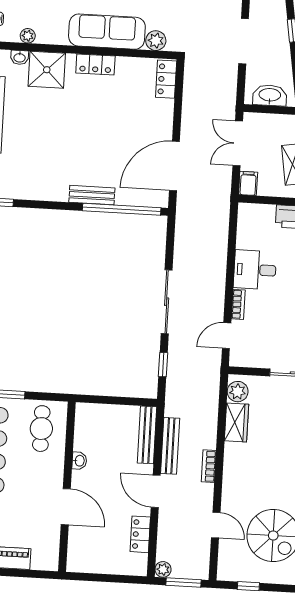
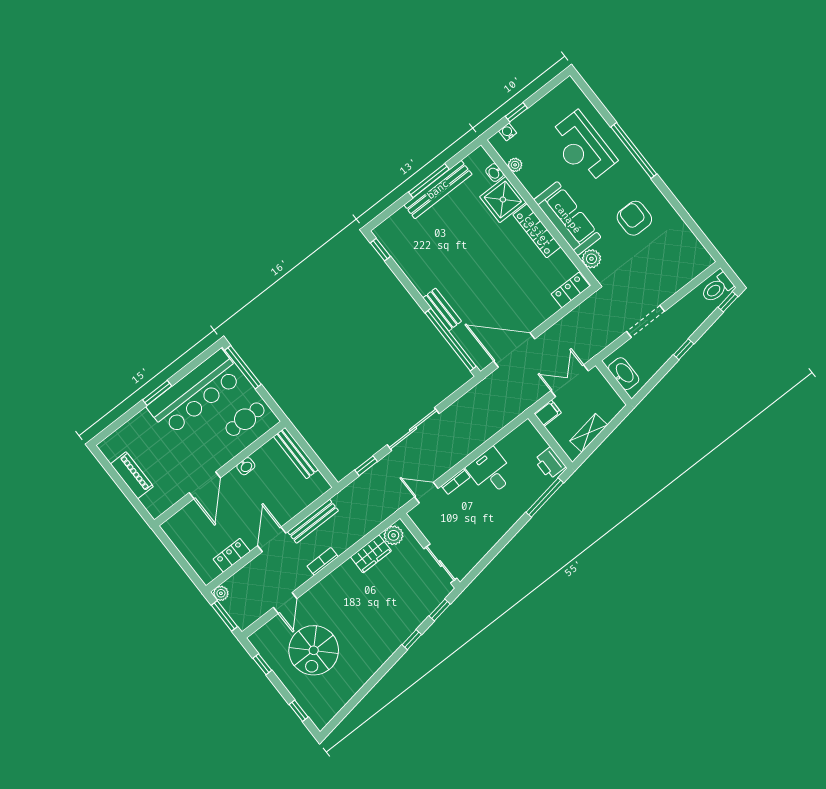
locker: (95, 64) -> (537, 231), width x1.53
bench: (147, 435) -> (296, 453), moved, turned 90

